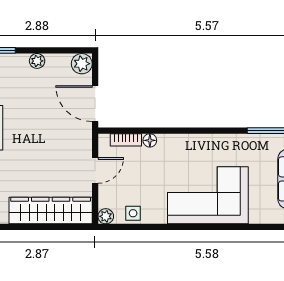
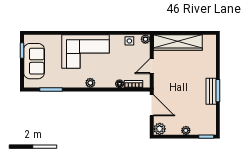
plant: (200, 142) -> (90, 83), added

